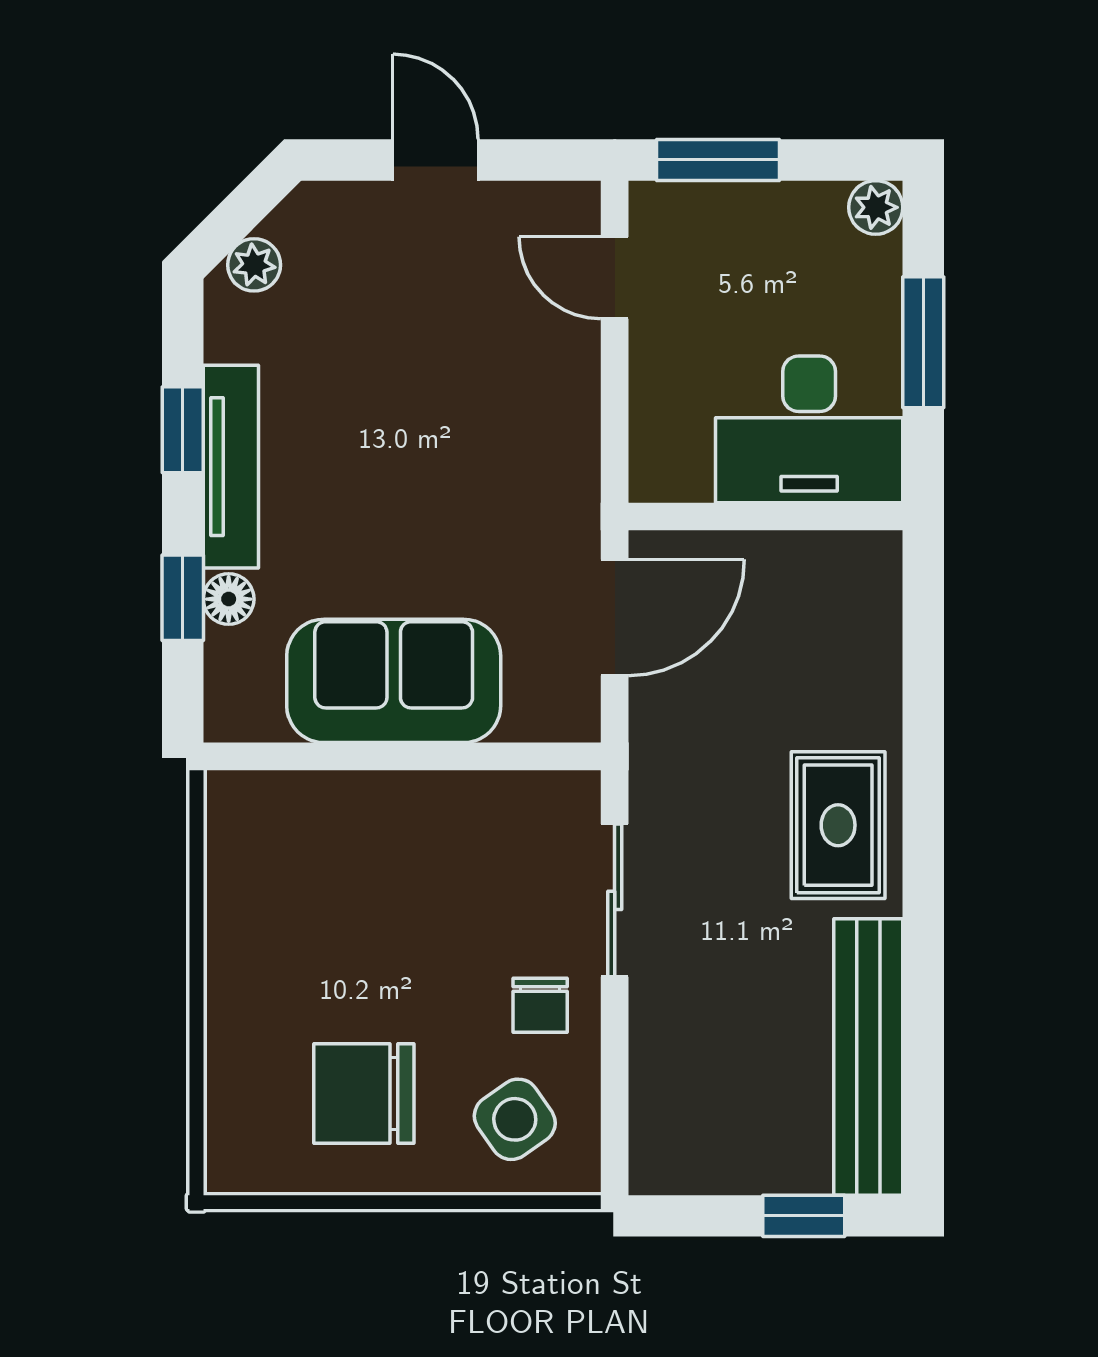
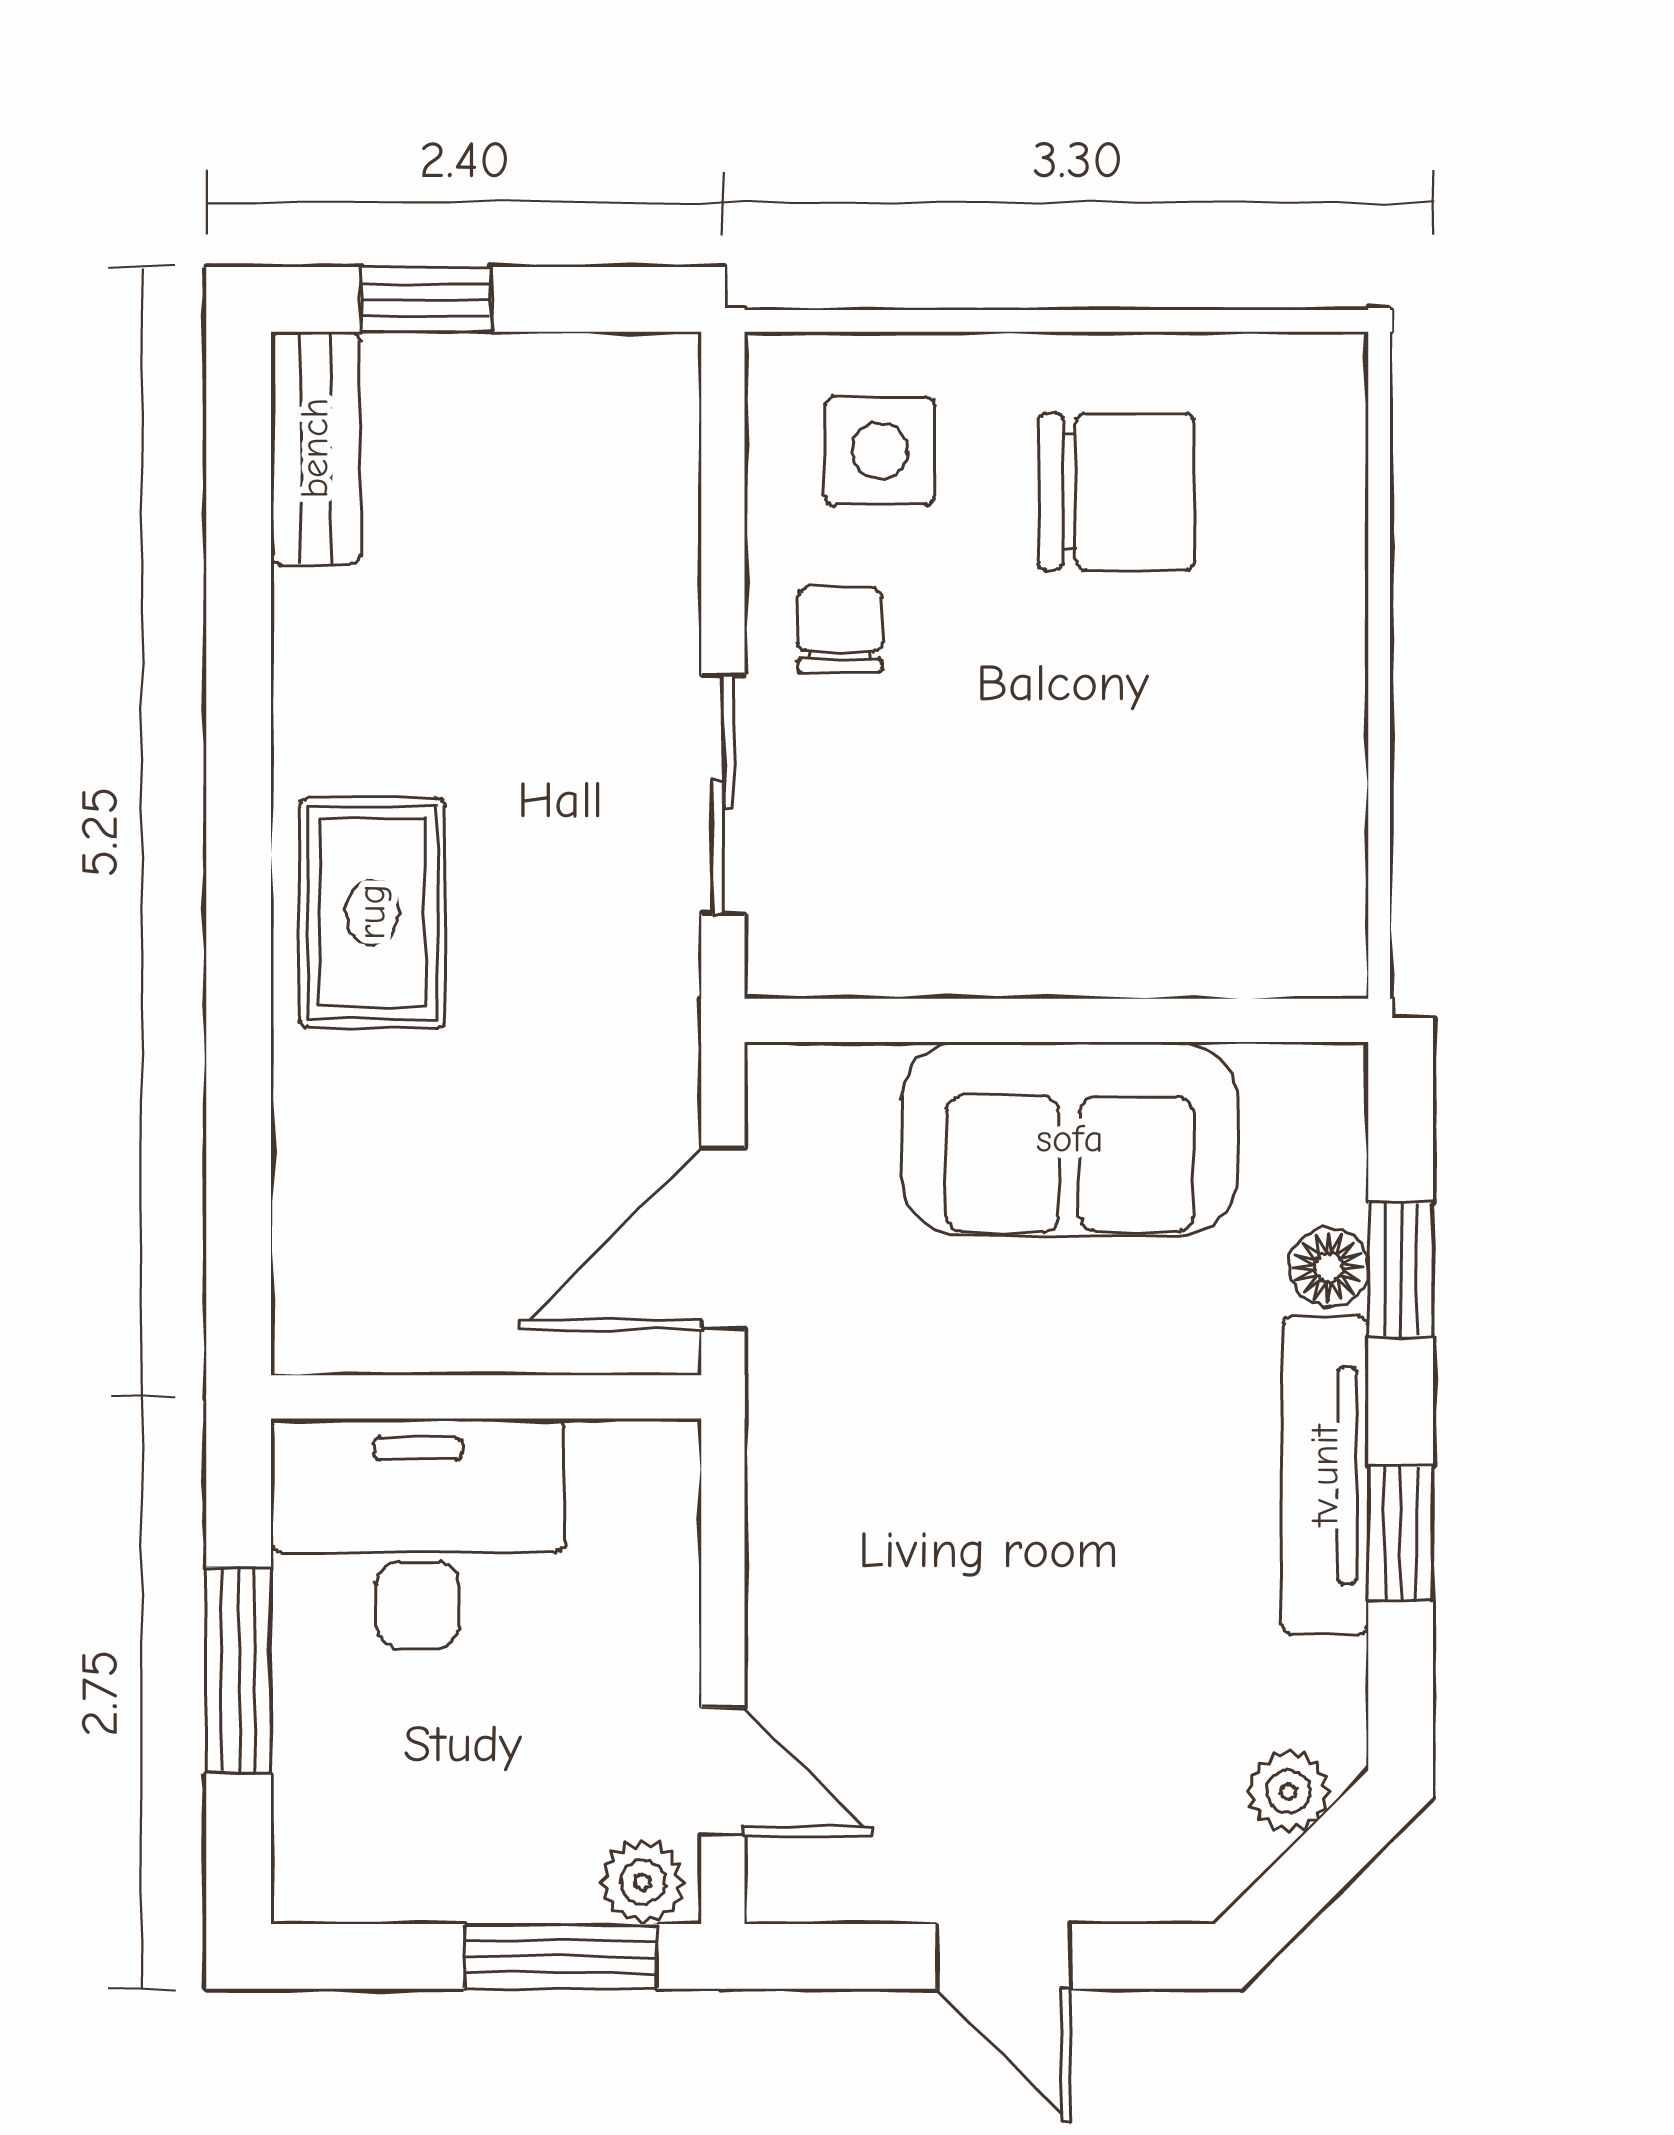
plant: (876, 207) -> (643, 1882), moved
bench: (868, 1057) -> (315, 448), width x0.54, depth x0.82
side table: (515, 1119) -> (880, 451), turned 35

